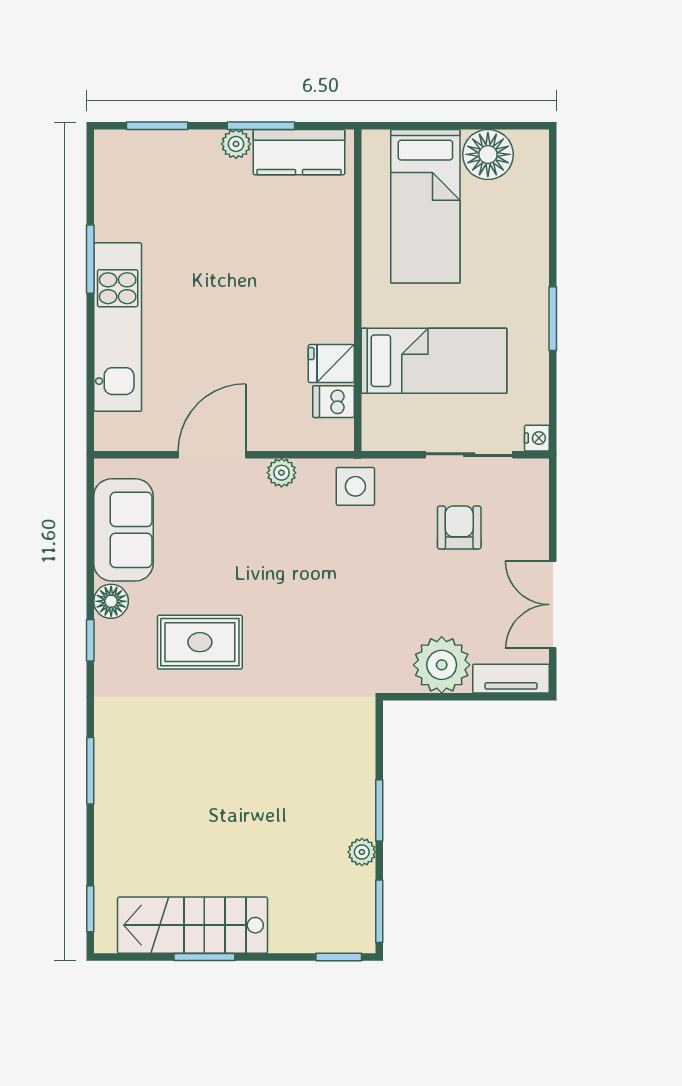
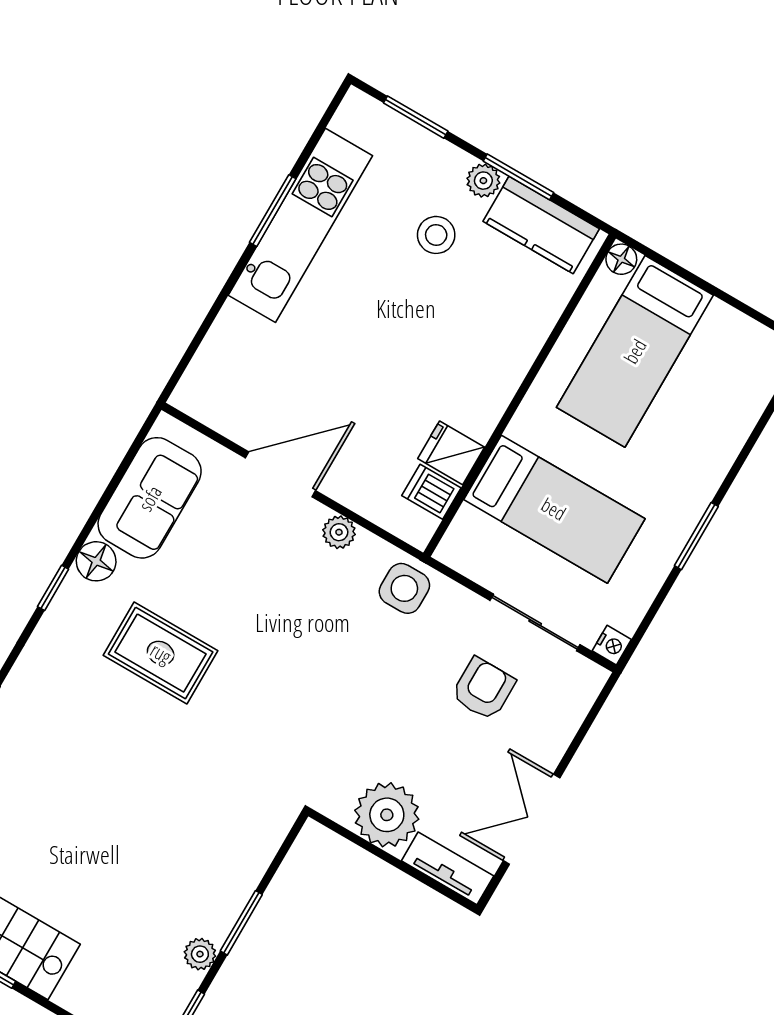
floor lamp: (488, 154) -> (621, 259), moved, width x0.53, depth x0.53
stool: (224, 206) -> (436, 235), added
kitchen unit: (118, 327) -> (300, 225), moved

